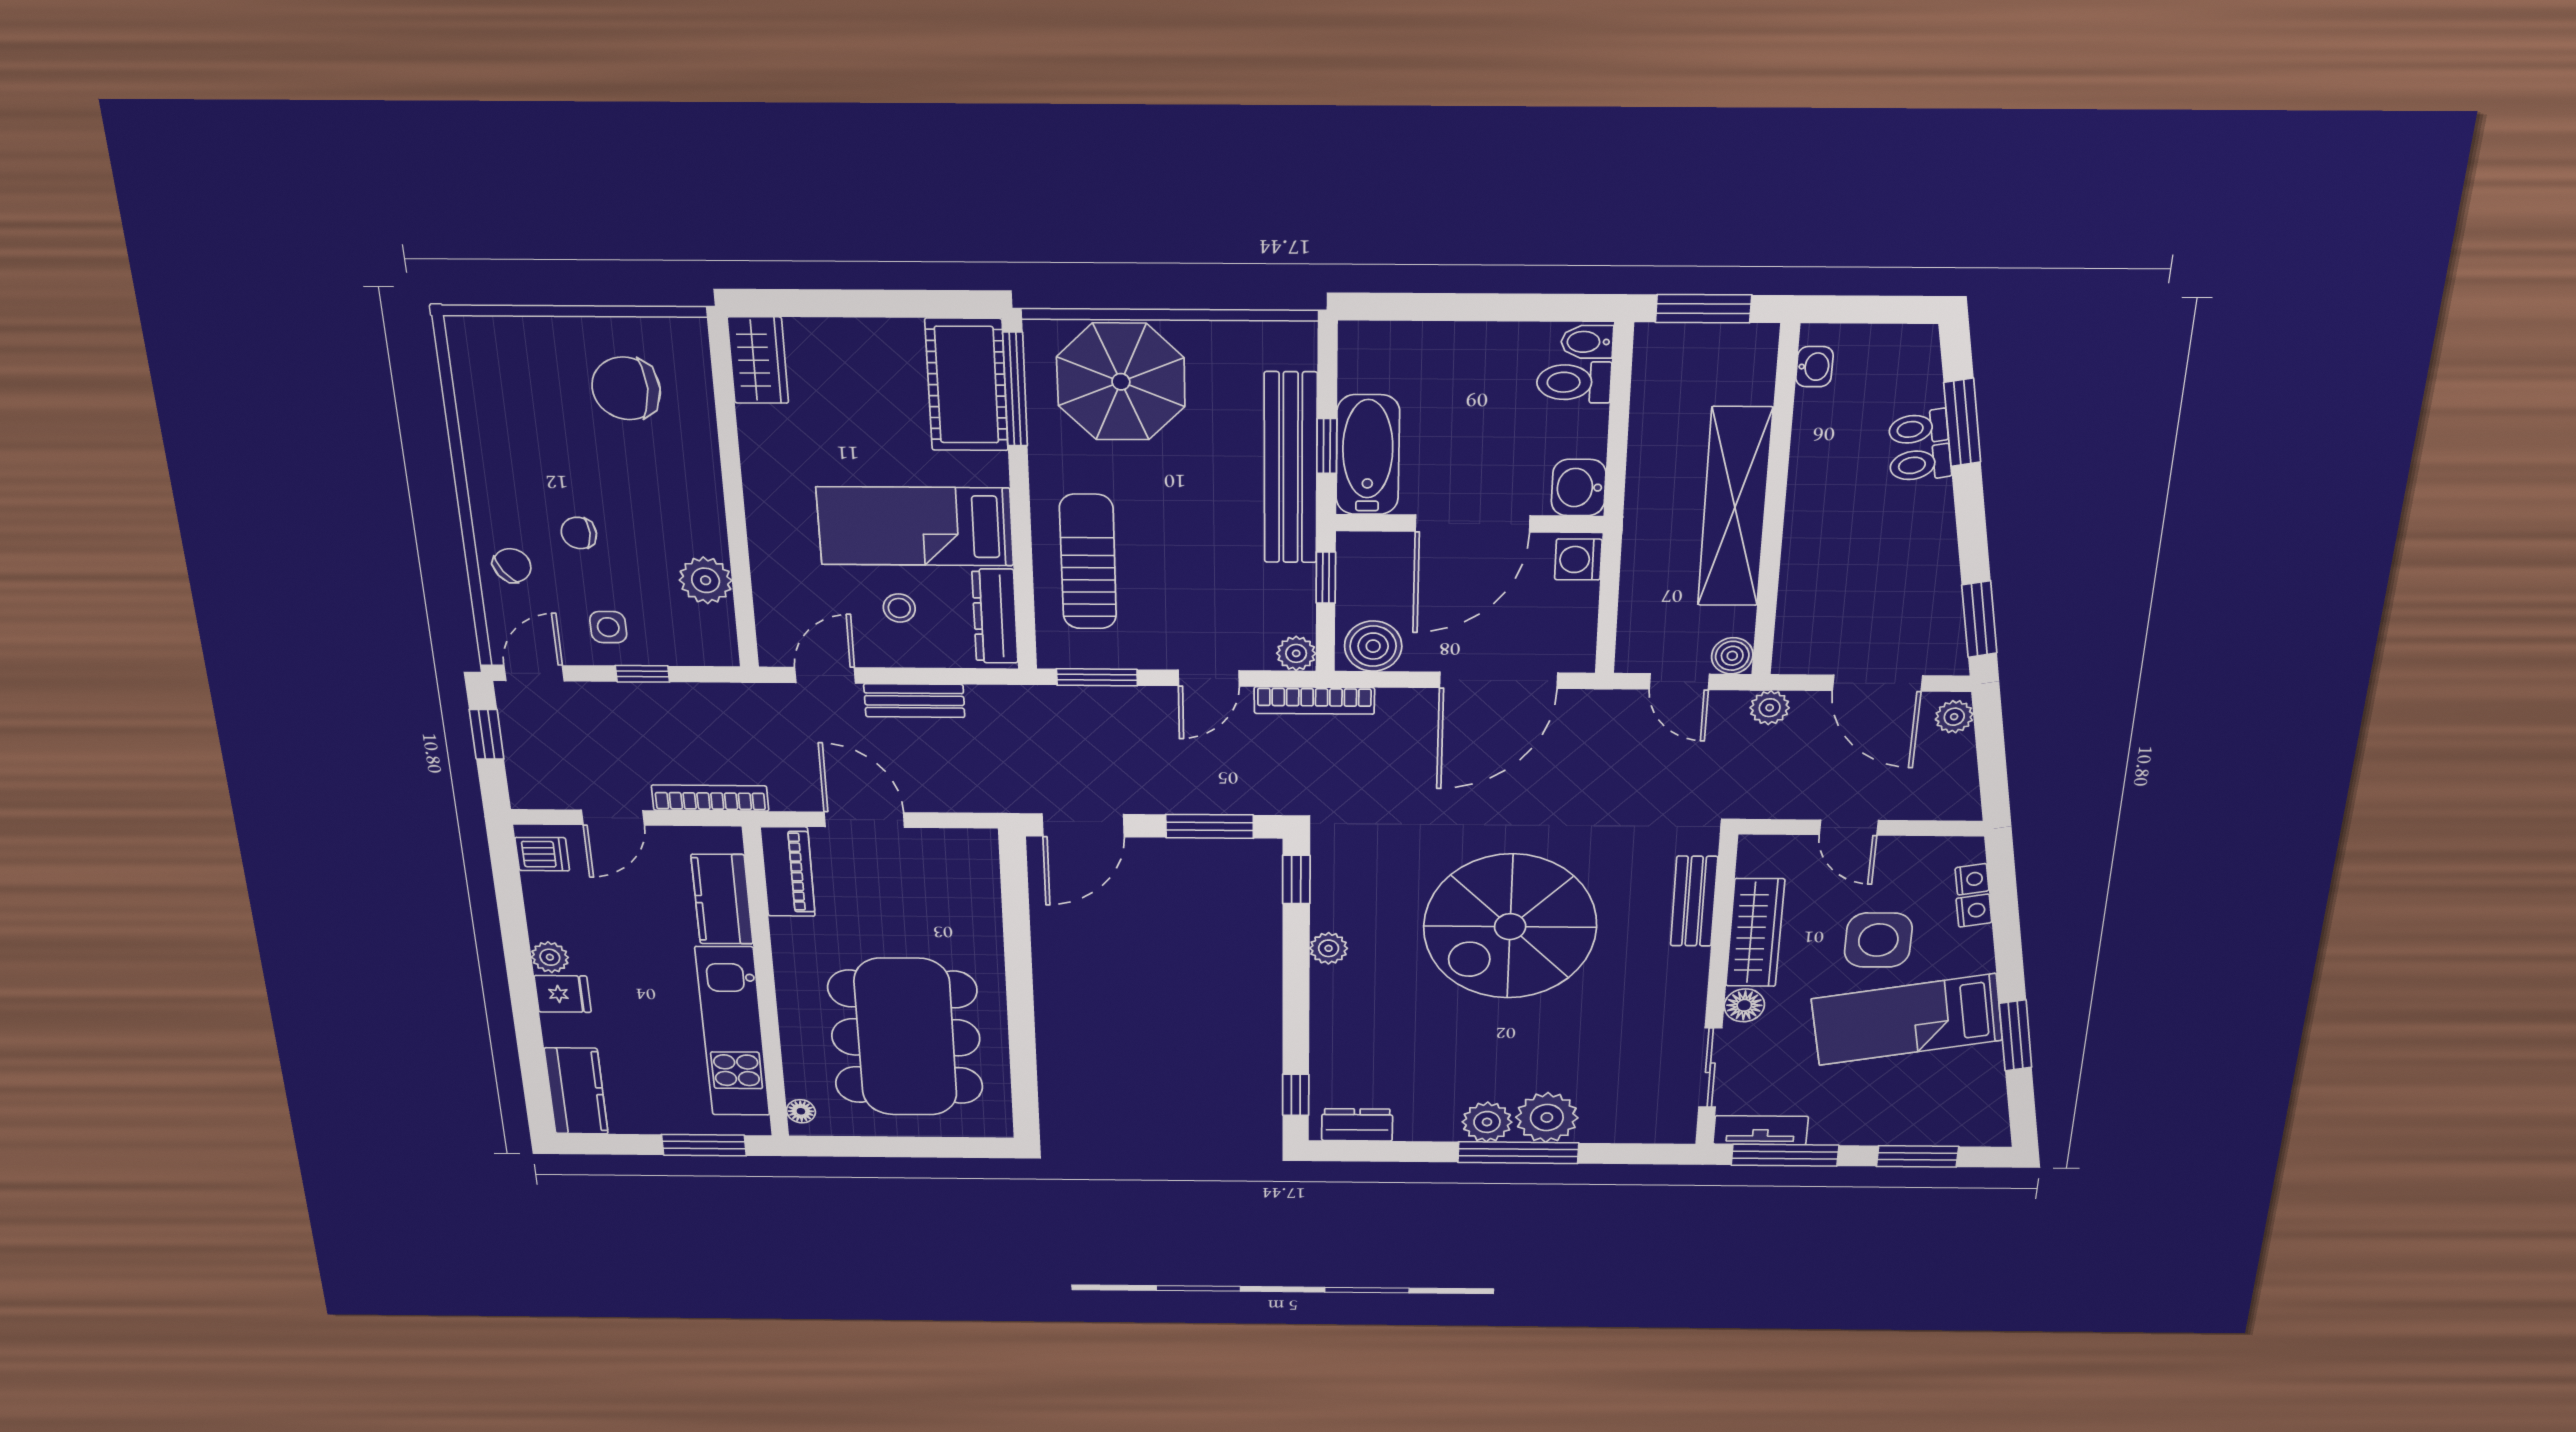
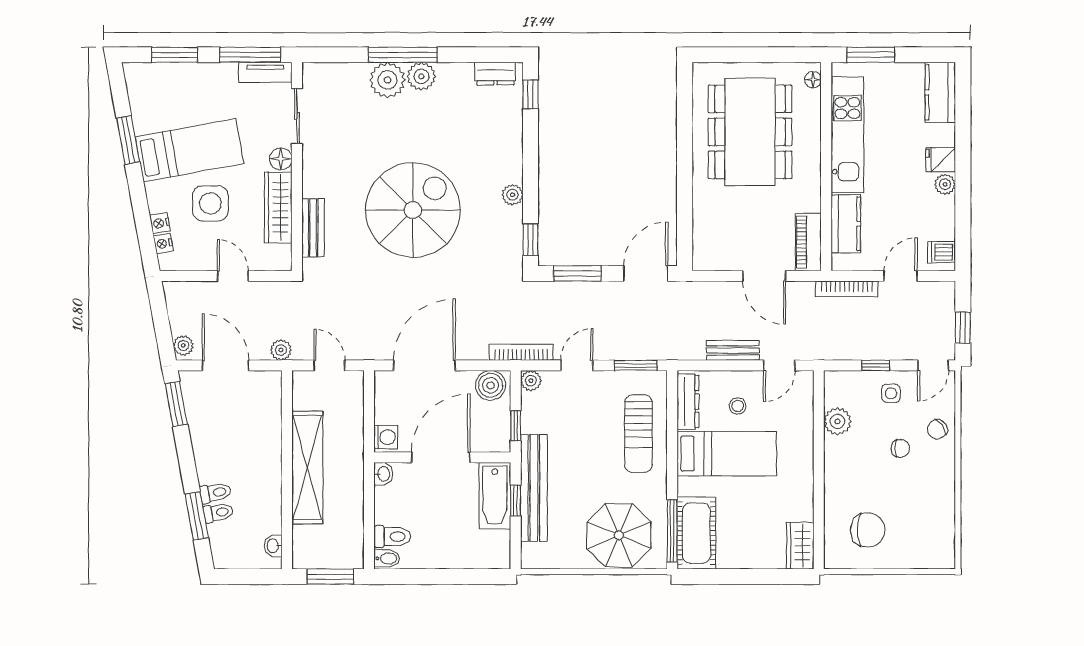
washbasin: (1579, 488) -> (383, 474), width x0.72, depth x0.69
boiler: (1732, 656) -> (303, 381), removed

